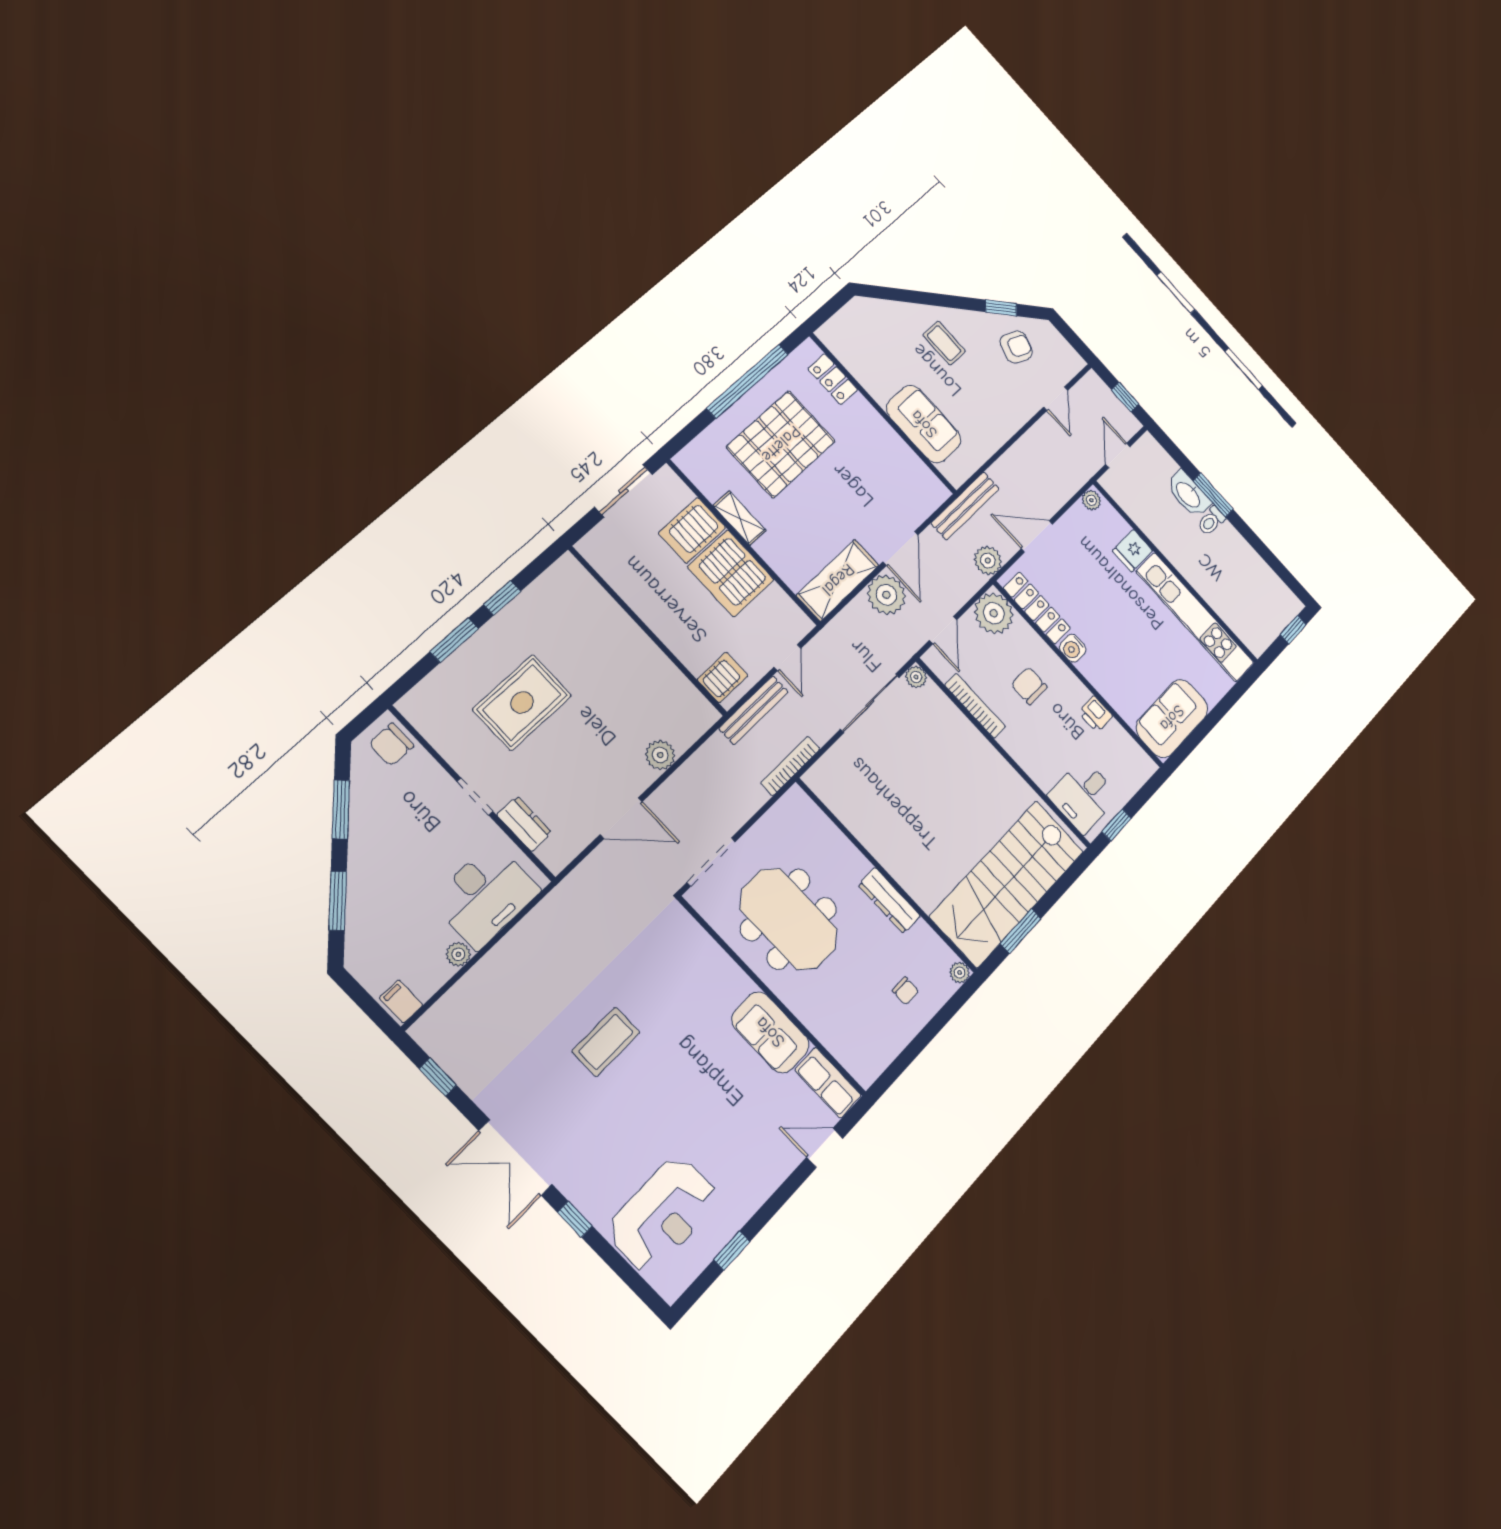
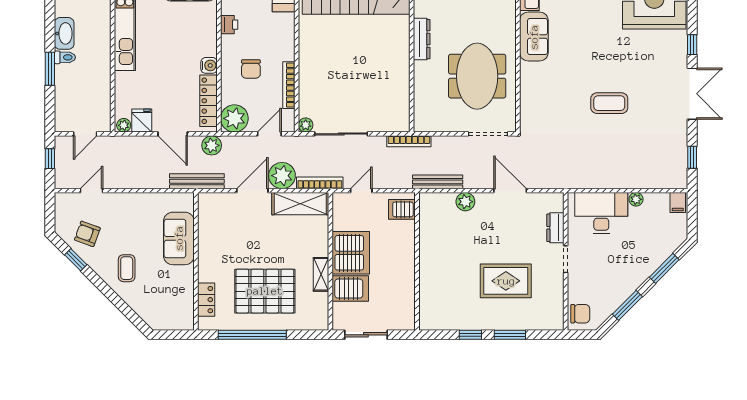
washbasin: (1188, 494) -> (64, 33), moved
fridge: (1133, 551) -> (142, 120), moved, turned -90
bookcase: (840, 624) -> (320, 183), added
bench: (754, 710) -> (438, 182), moved

